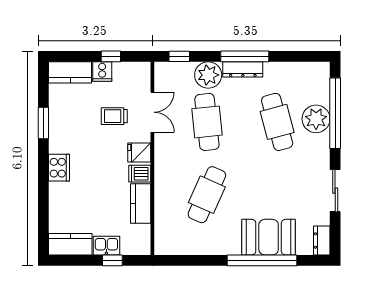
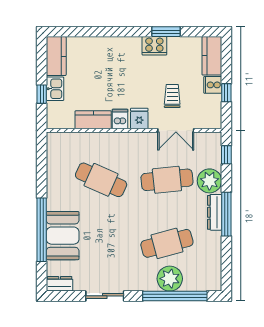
cooker: (59, 168) -> (154, 46), moved

